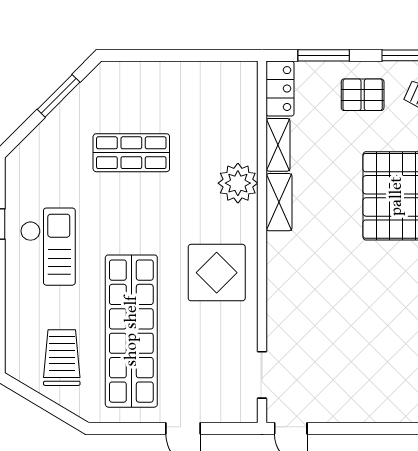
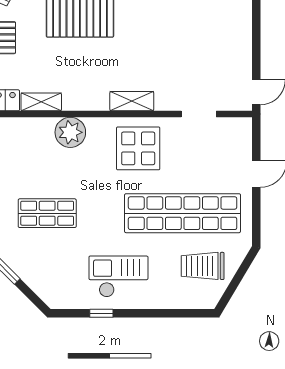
shop shelf: (131, 153) -> (47, 213), turned 90
shelving: (279, 202) -> (132, 101), moved
doorway: (262, 375) -> (199, 114), moved

